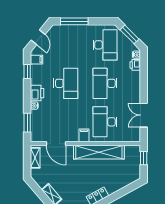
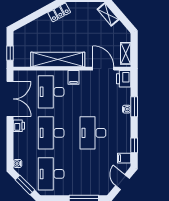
printer: (135, 65) -> (19, 126), moved
desk: (105, 83) -> (51, 133), turned 180
printer: (37, 93) -> (124, 79), moved
double door: (144, 115) -> (10, 99), width x1.37
desk: (105, 122) -> (51, 92), turned 180
window: (27, 123) -> (134, 107), moved

